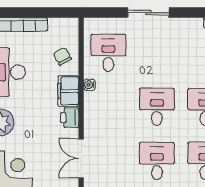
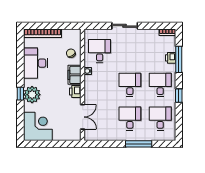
double door: (81, 158) -> (83, 117), swing flipped

